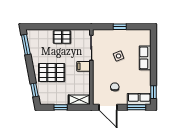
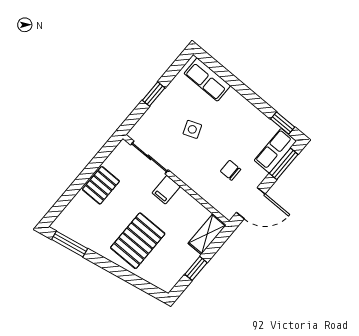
row of seats: (145, 58) -> (207, 80), moved
window: (34, 90) -> (142, 285), removed

